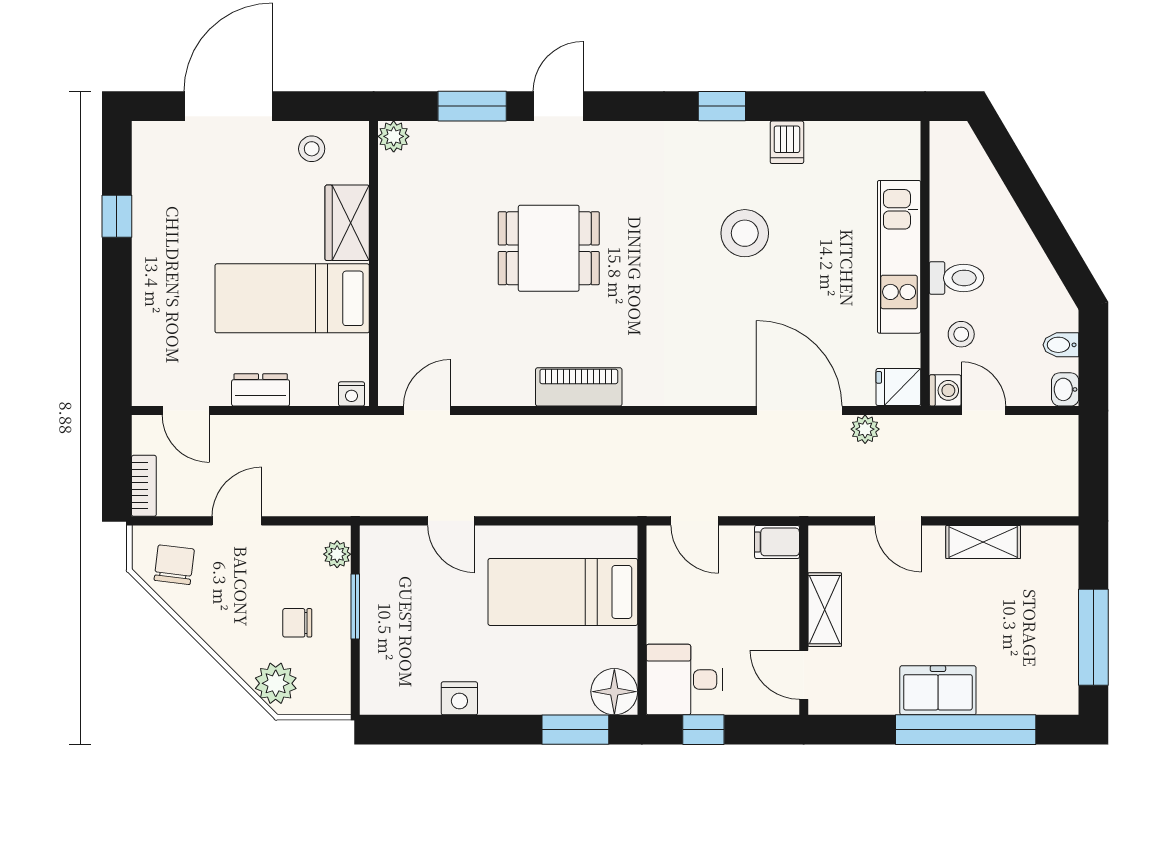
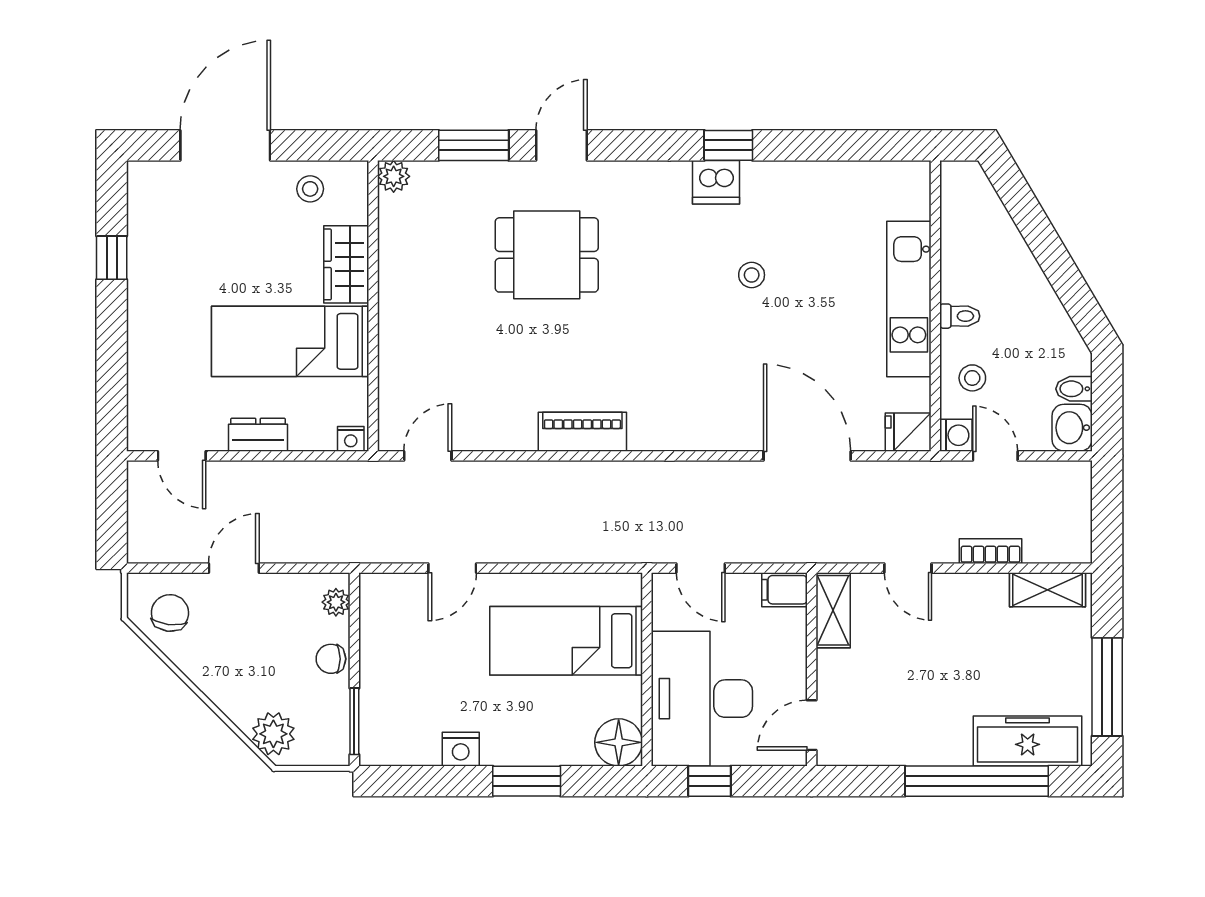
dishwasher: (787, 142) -> (716, 182), moved, width x1.38
stool: (745, 233) -> (752, 275), width x0.53, depth x0.53
dining table: (549, 248) -> (547, 255), moved
toilet: (957, 278) -> (960, 316), width x0.73, depth x0.72
washbasin: (1065, 389) -> (1072, 428), width x1.38, depth x1.45
plant: (865, 429) -> (874, 475), removed
bookcase: (144, 486) -> (991, 551), moved, turned -90
door: (451, 521) -> (452, 568), hinge flipped
shelving: (983, 542) -> (1048, 590), moved
window: (355, 607) -> (354, 721), moved
shelving: (825, 610) -> (833, 610), moved
chair: (297, 623) -> (331, 659), moved
door: (804, 675) -> (812, 725), hinge flipped
desk: (684, 680) -> (702, 699), width x1.87, depth x1.30
freezer: (938, 690) -> (1028, 741), moved, width x1.40
window: (575, 730) -> (527, 781), moved

